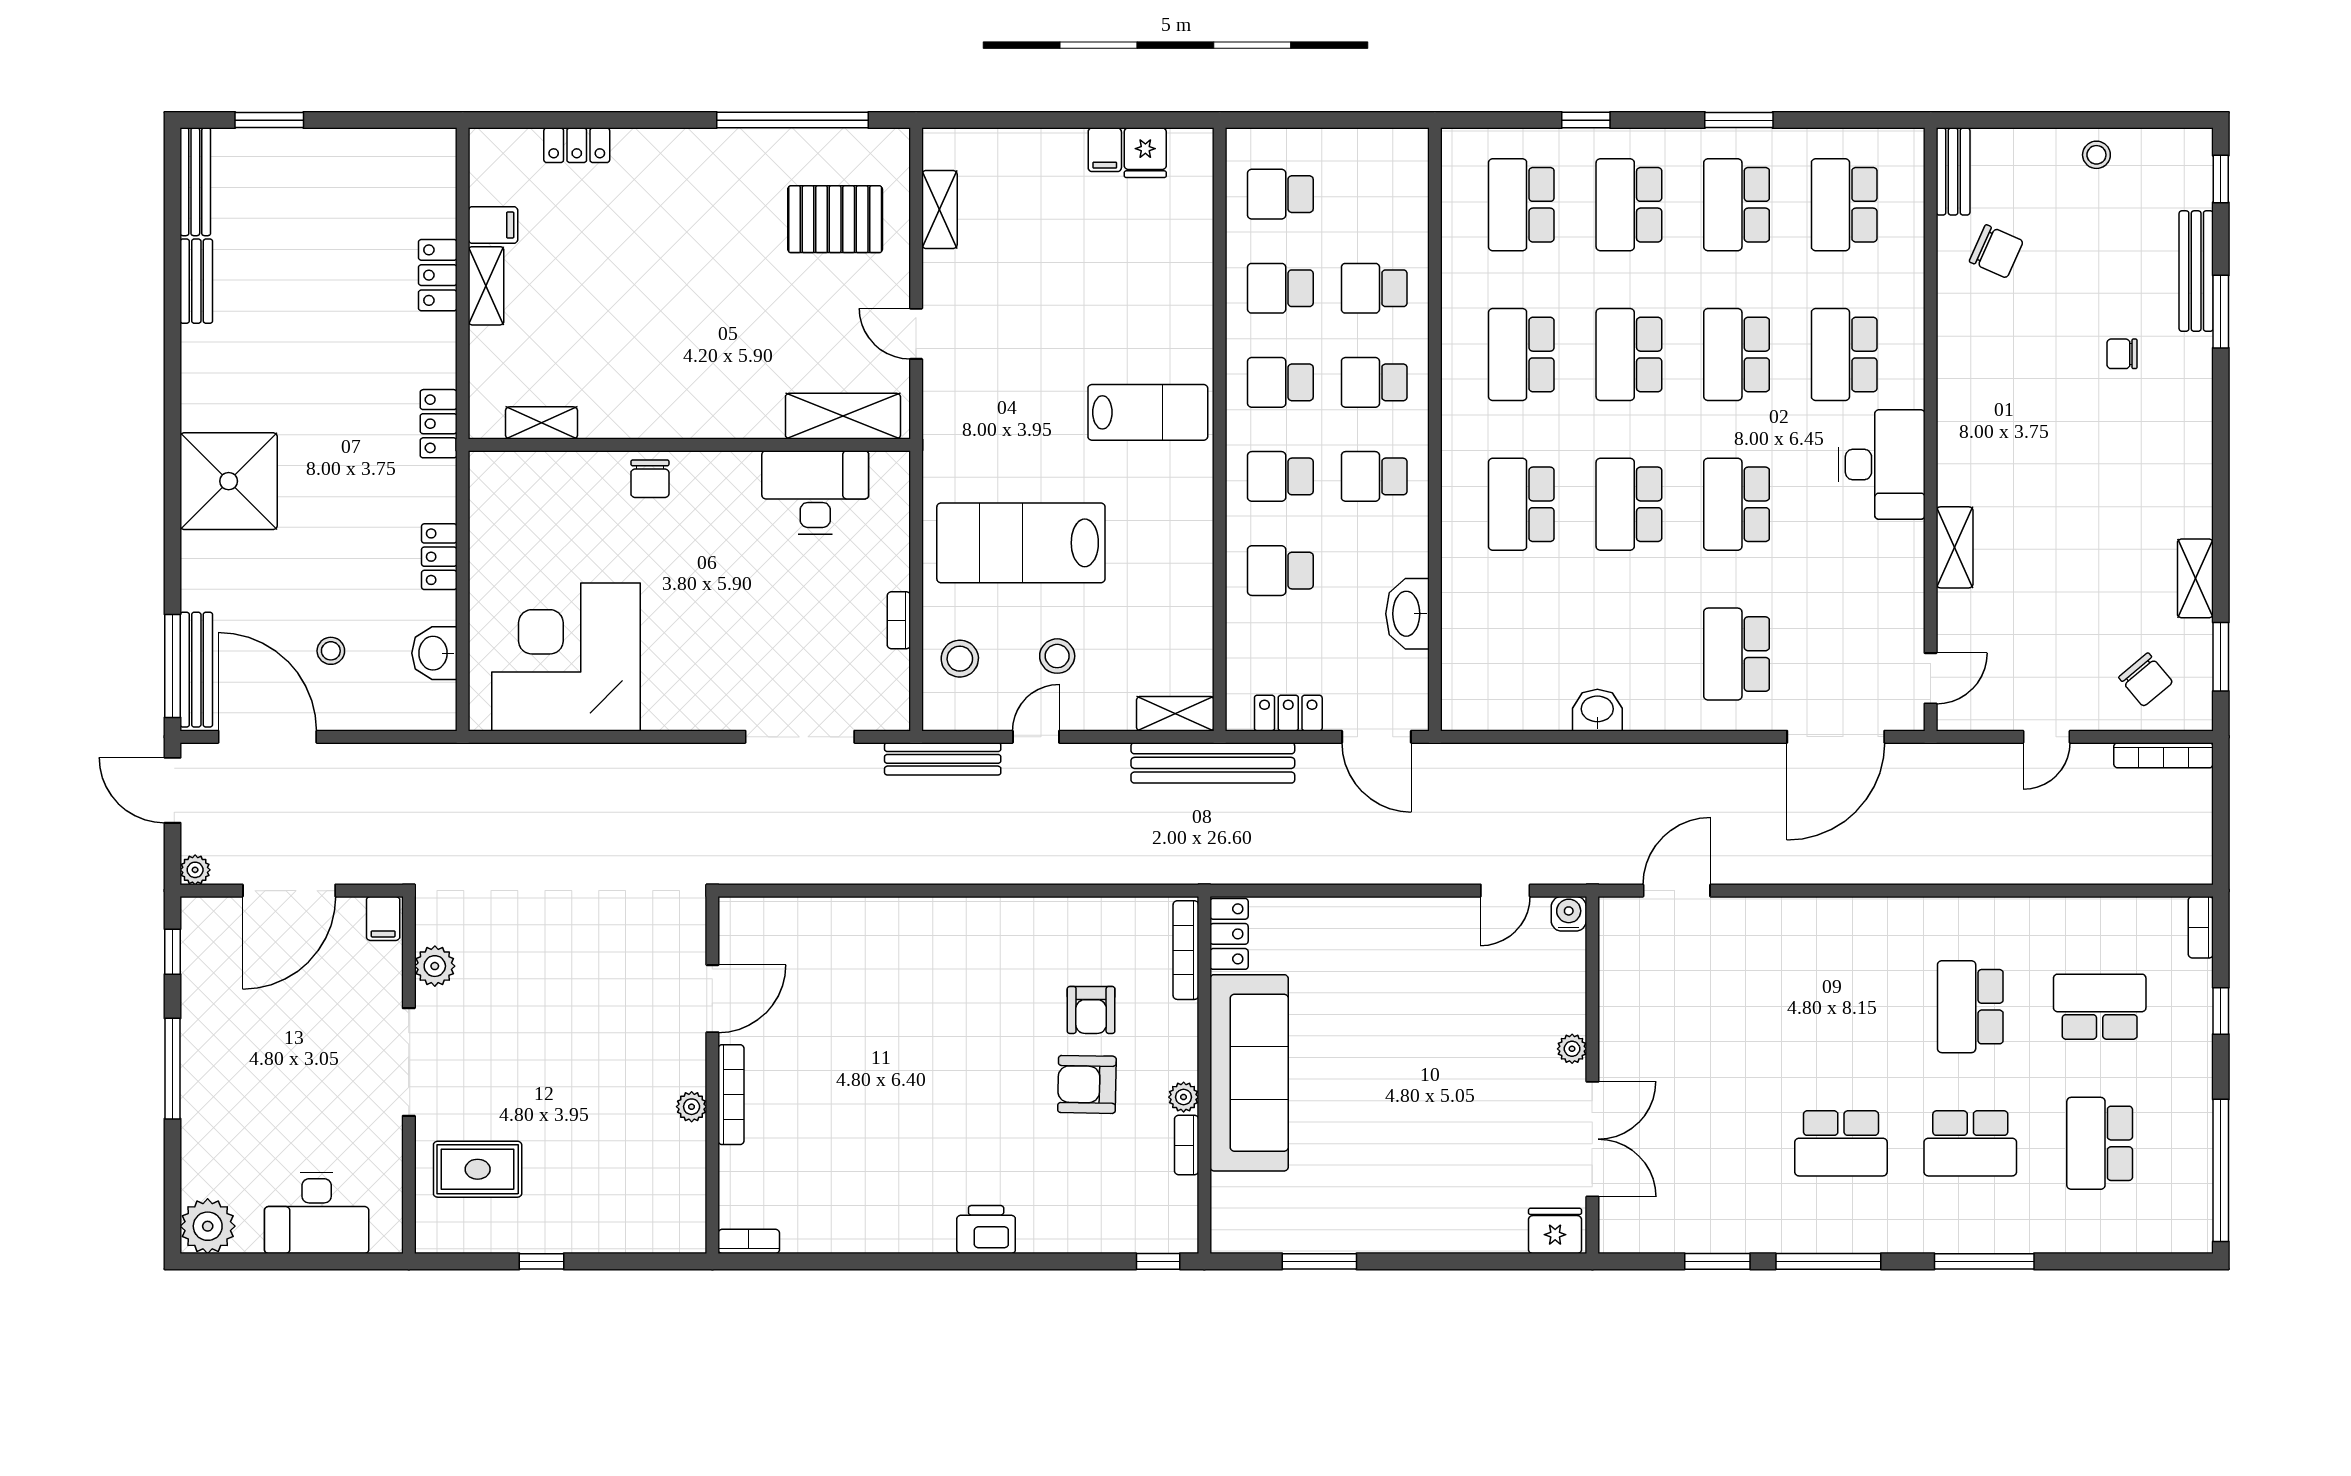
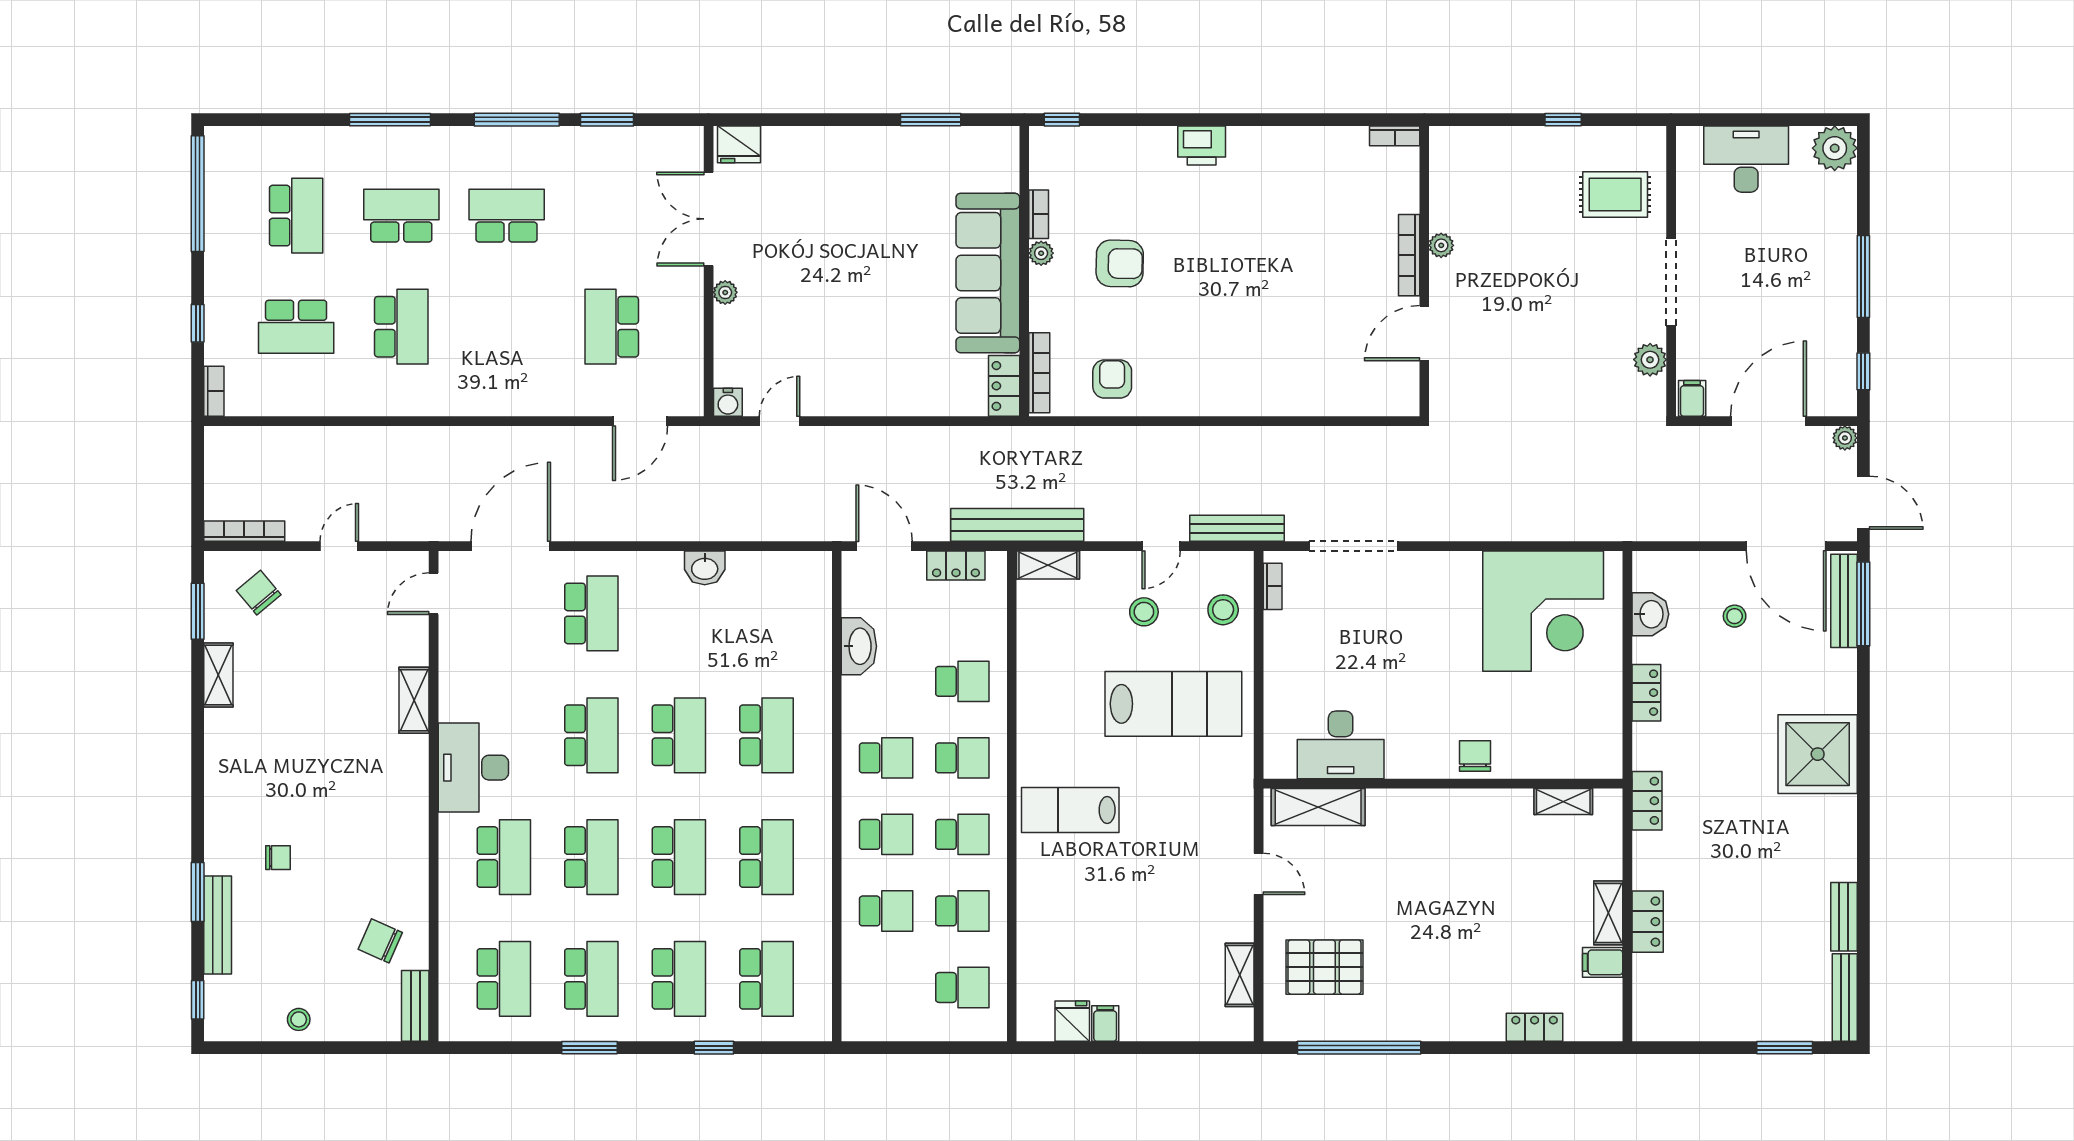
bookcase: (899, 620) -> (1273, 586), moved
school desk: (1712, 1007) -> (612, 327), added
armchair: (1091, 1010) -> (1112, 379), moved

